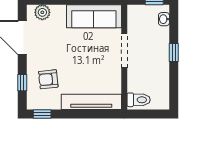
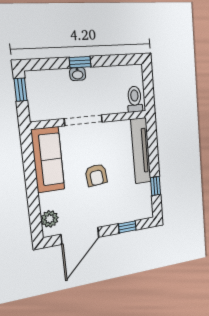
washbasin: (164, 19) -> (78, 74), moved
armchair: (48, 79) -> (96, 175), moved
window: (42, 114) -> (155, 186), moved

